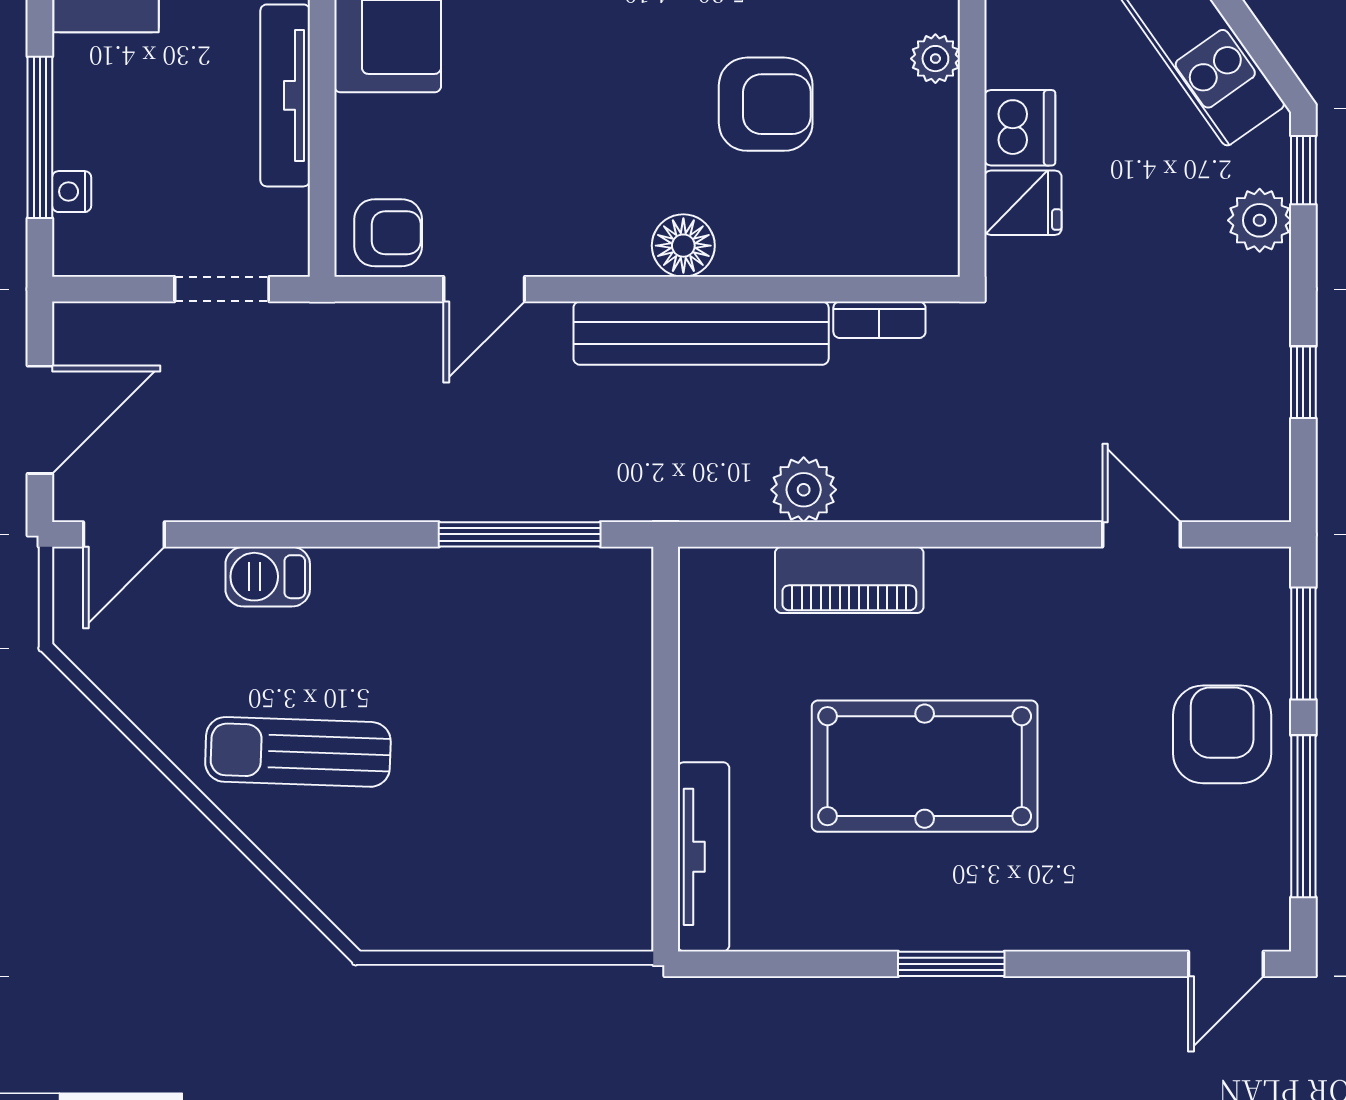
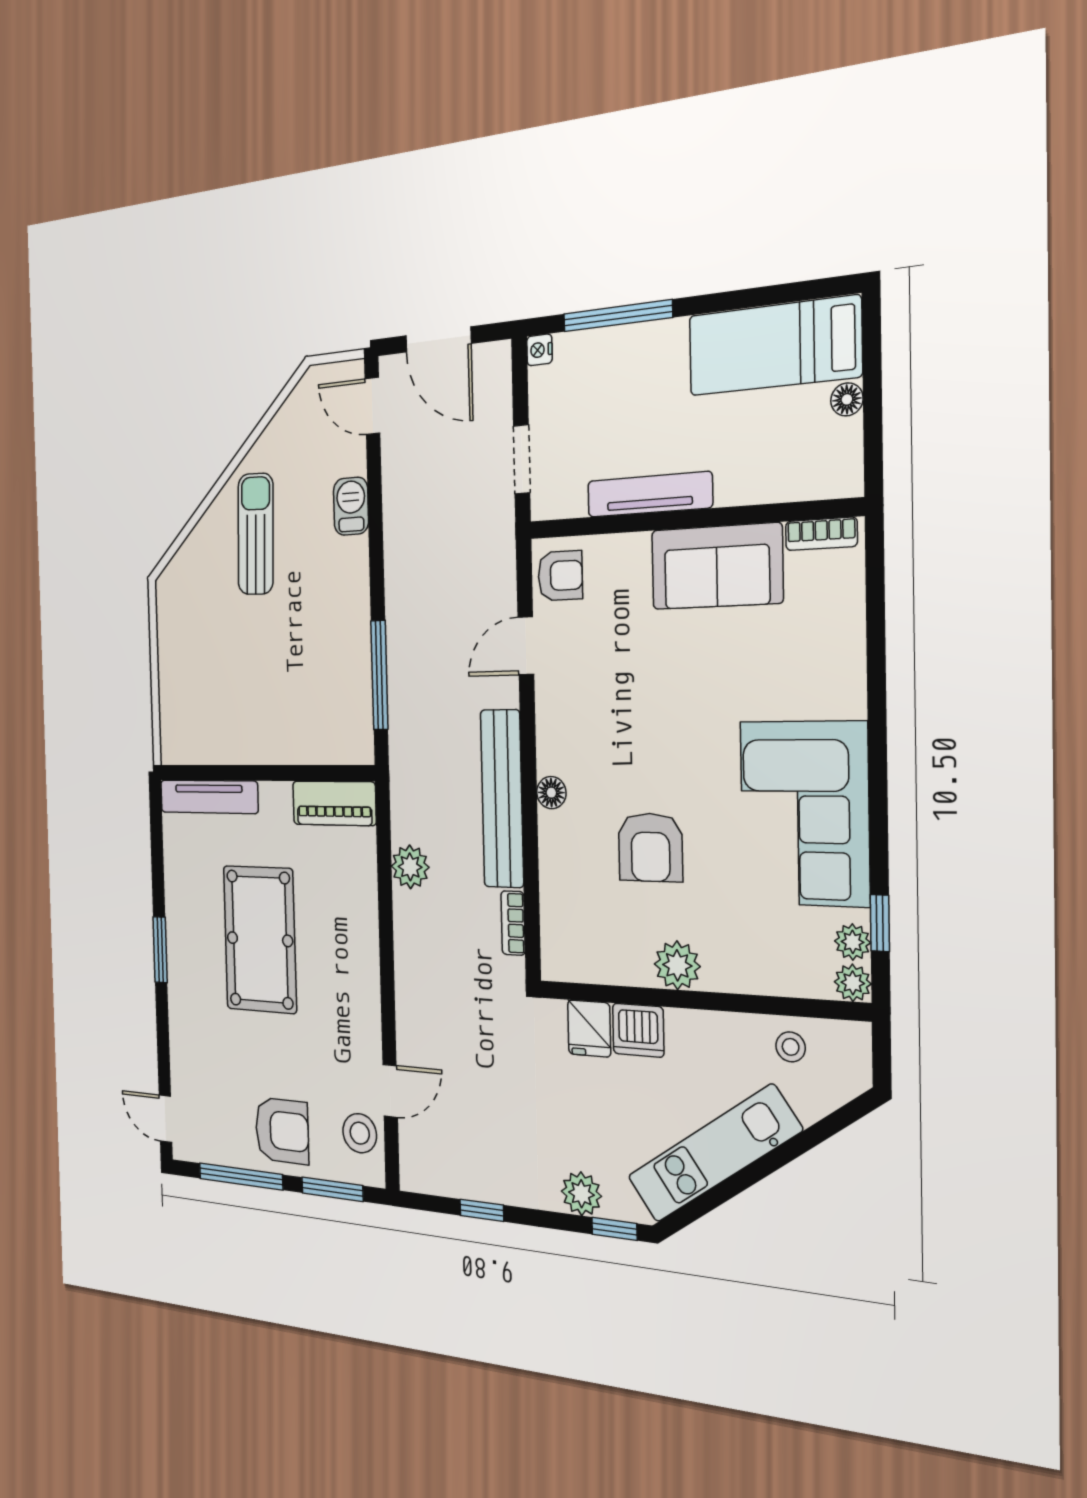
plant: (935, 59) -> (677, 965), width x1.38, depth x1.38
nightstand: (72, 192) -> (539, 350), moved, turned -90
armchair: (388, 233) -> (560, 576), turned -90
floor lamp: (683, 246) -> (551, 793), width x0.73, depth x0.73
door: (484, 289) -> (526, 646), hinge flipped
piano: (849, 580) -> (334, 803), moved, turned -90
stool: (1211, 591) -> (360, 1133), added

